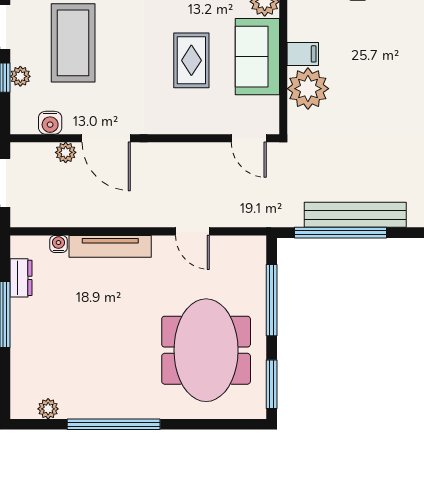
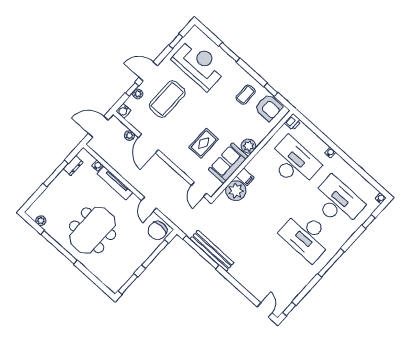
water cooler: (50, 123) -> (123, 111), moved
chair: (242, 260) -> (157, 230), added
meeting table: (206, 350) -> (93, 230), moved

